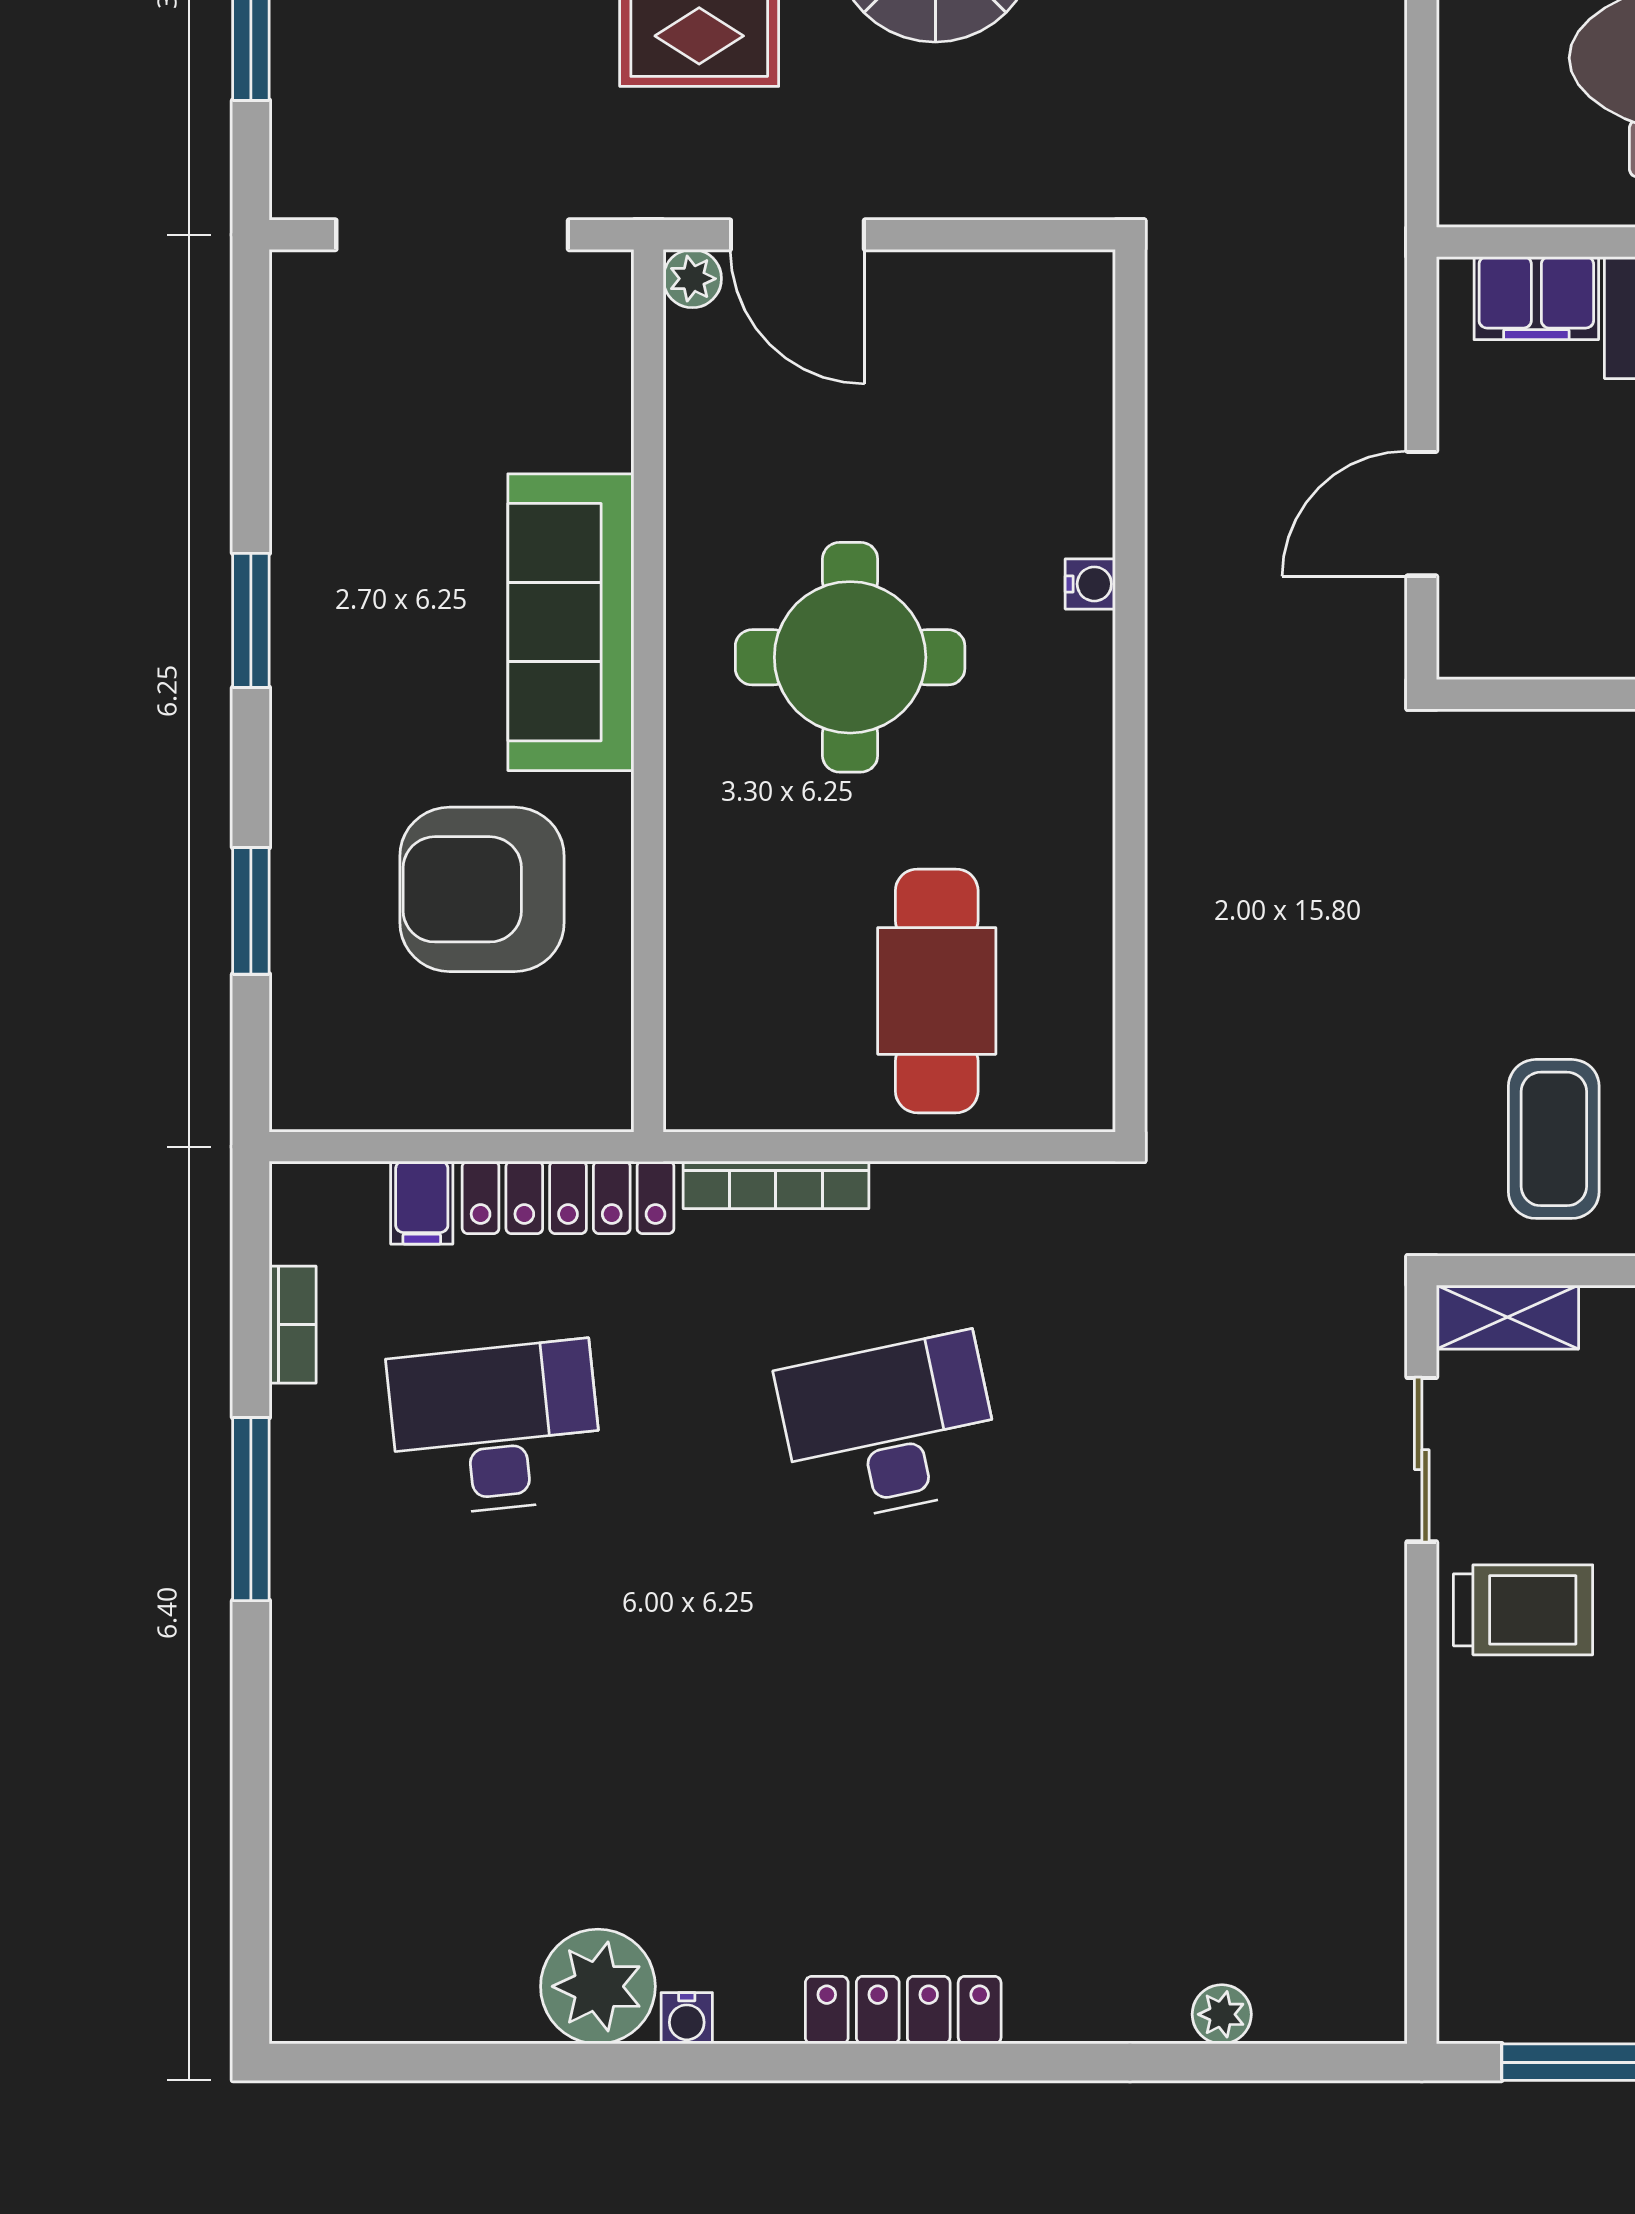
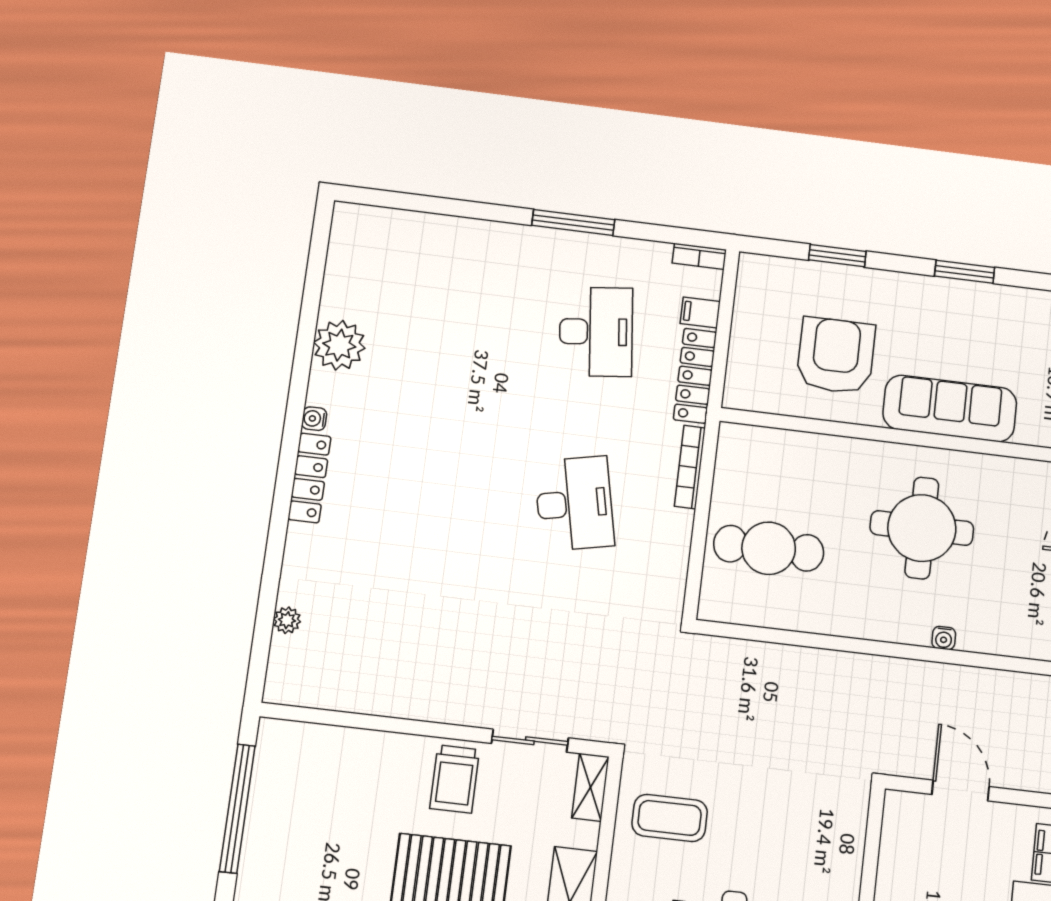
bookcase: (293, 1325) -> (699, 256), moved
water cooler: (687, 2018) -> (314, 419), moved

